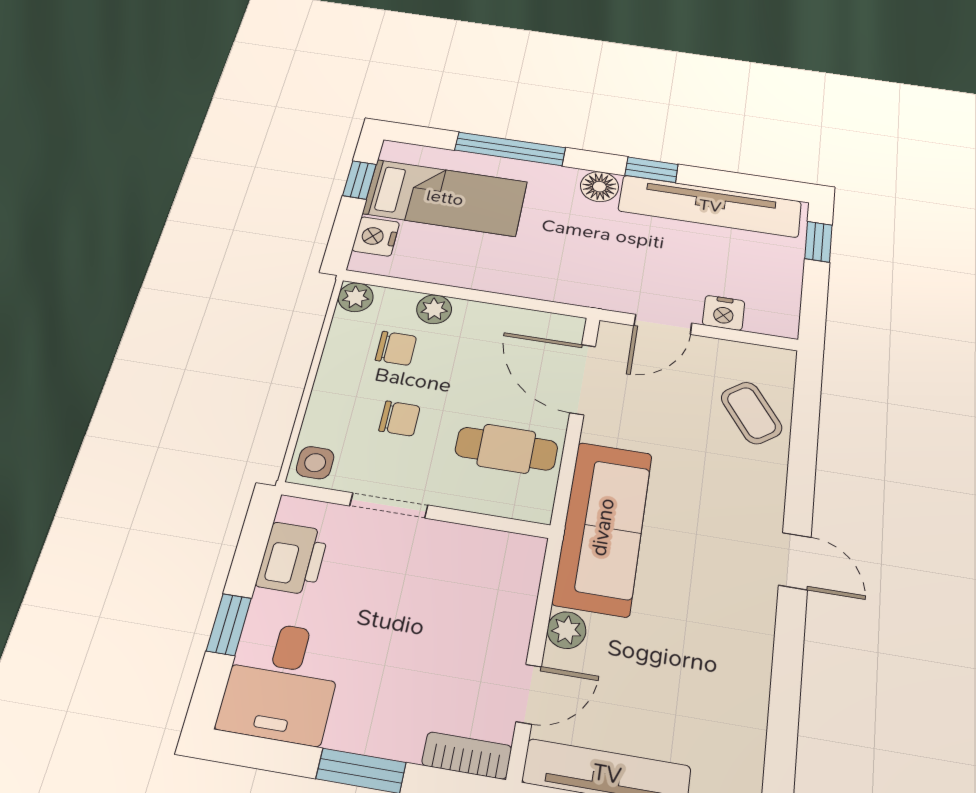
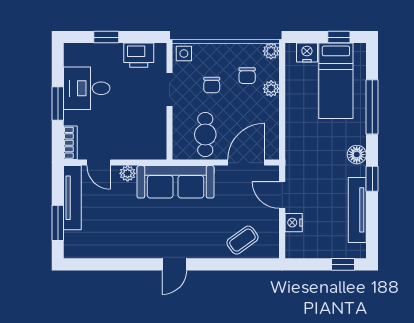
tv unit: (710, 206) -> (357, 210), width x0.73, depth x0.78
desk: (282, 682) -> (87, 88), moved

